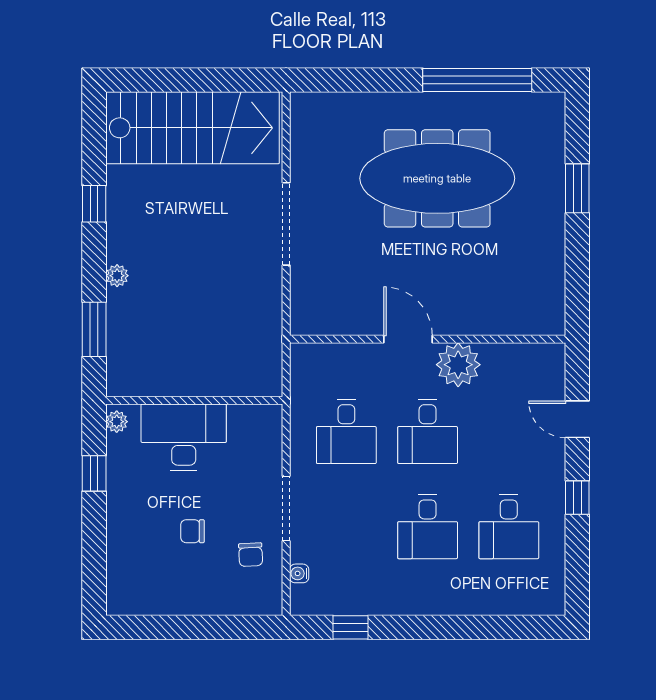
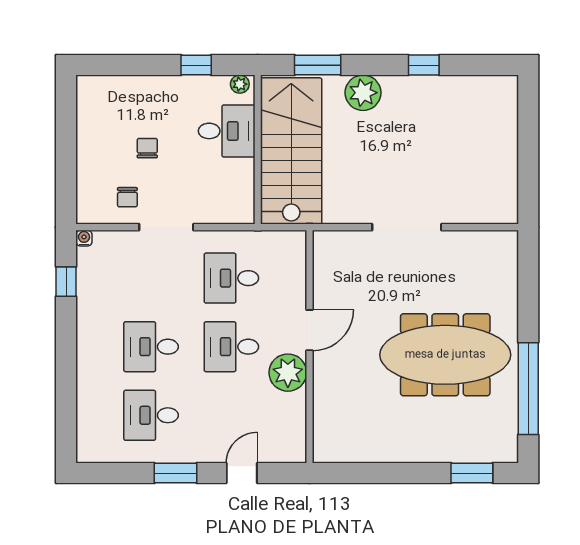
stairs: (193, 128) -> (291, 151), moved, turned 180
meeting table: (437, 178) -> (445, 355), turned 90
window: (577, 188) -> (472, 473), moved
plant: (117, 276) -> (363, 93), width x1.87, depth x1.87
desk: (184, 437) -> (227, 131), width x0.73
window: (577, 498) -> (176, 473), width x1.50
chair: (251, 555) -> (127, 197), turned -87
water cooler: (299, 573) -> (84, 238), moved

